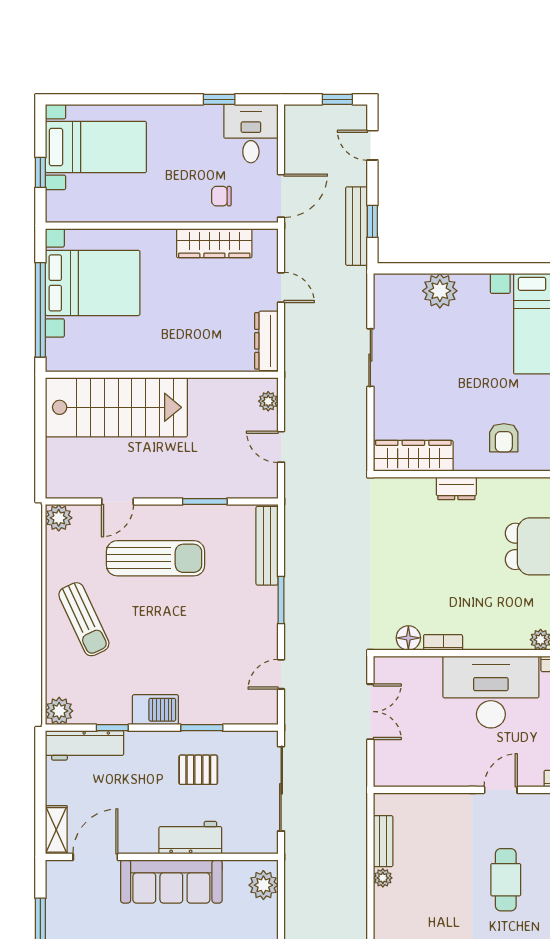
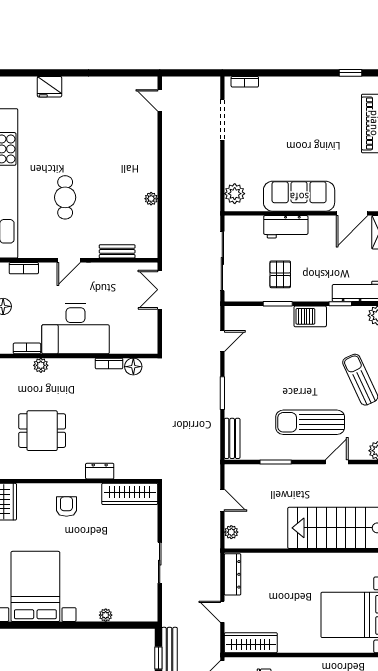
wardrobe: (214, 243) -> (251, 643), moved
plant: (440, 291) -> (106, 615), width x0.53, depth x0.53
bench: (267, 546) -> (232, 438), width x0.73
double door: (370, 712) -> (160, 290), moved
pallet: (198, 770) -> (280, 274), turned 90
bench: (383, 841) -> (117, 251), moved, turned 90

